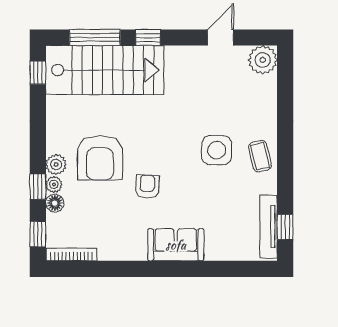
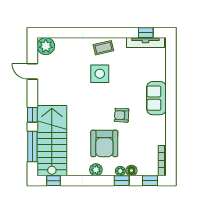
armchair: (100, 158) -> (104, 143), turned 90
plant: (56, 165) -> (96, 170), moved

